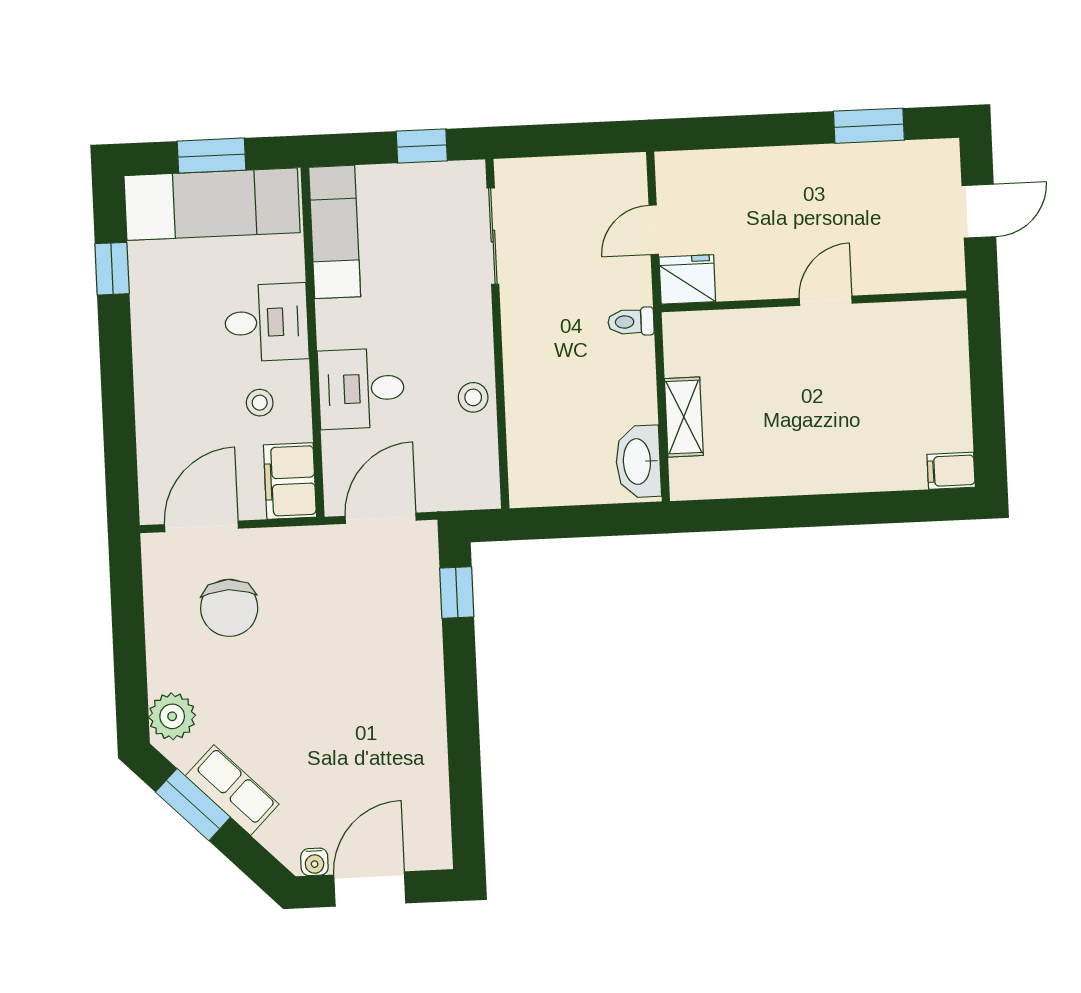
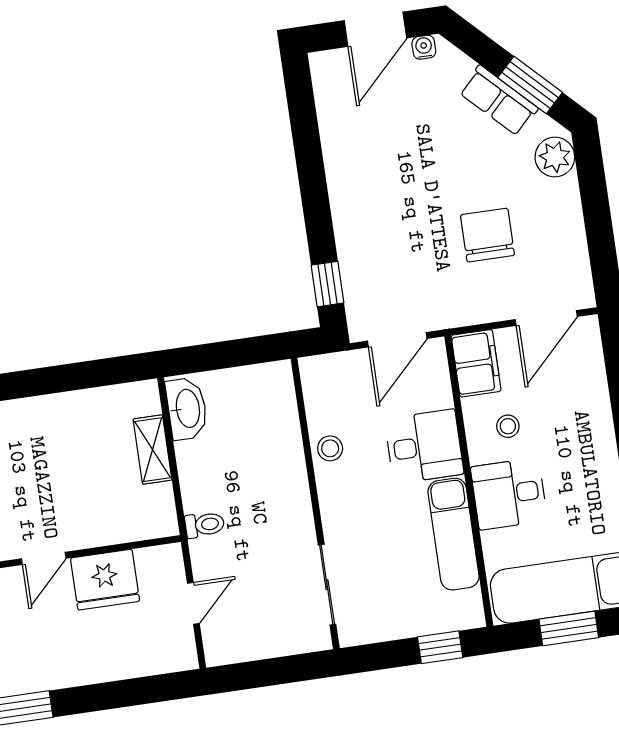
window: (422, 146) -> (440, 647), moved
exam couch: (335, 232) -> (454, 534), moved
fridge: (687, 279) -> (105, 580), moved, width x1.36, depth x1.34
chair: (229, 608) -> (487, 235), moved

